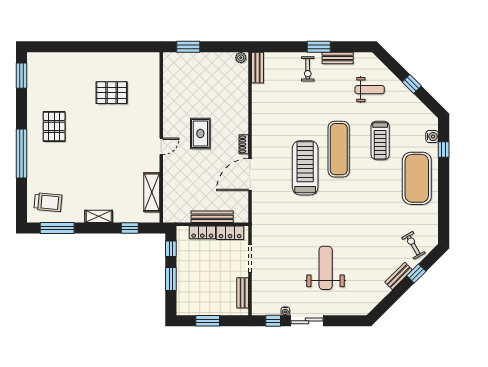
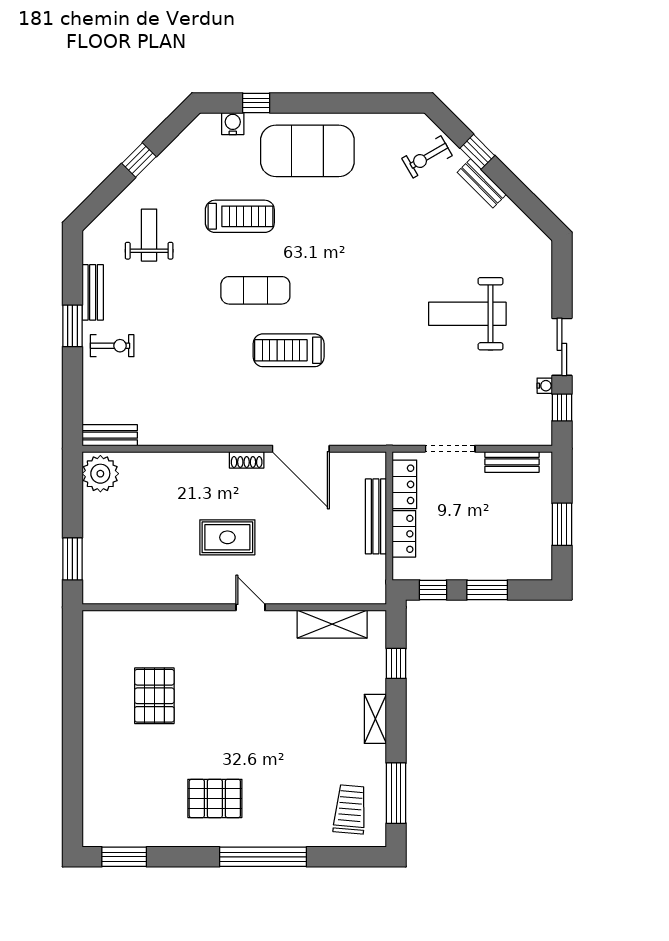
plant: (241, 58) -> (100, 474), width x1.87, depth x1.87
exercise mat: (339, 149) -> (255, 290), width x0.73, depth x0.69
treadmill: (305, 168) -> (289, 350), width x0.73, depth x0.73

